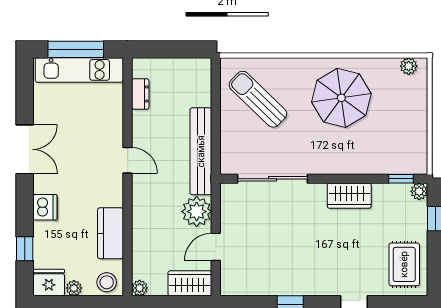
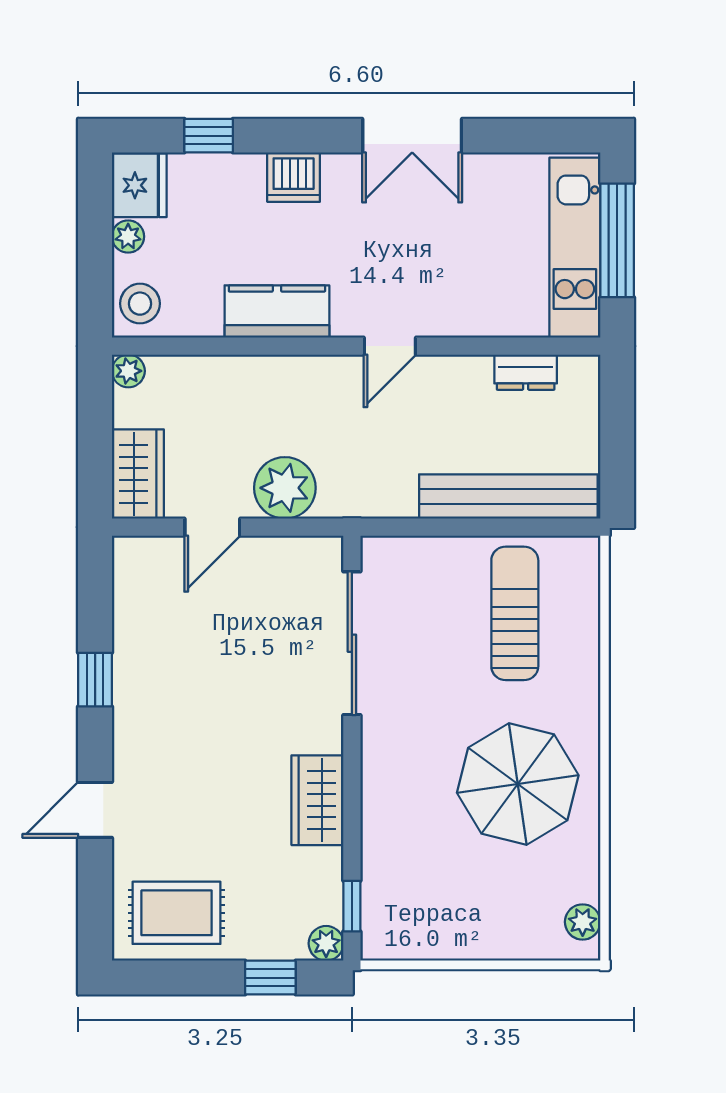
sun lounger: (258, 99) -> (515, 613), turned -44
bench: (201, 151) -> (508, 496), moved
kitchen counter: (111, 233) -> (277, 311), moved
door: (216, 247) -> (212, 527), swing flipped

